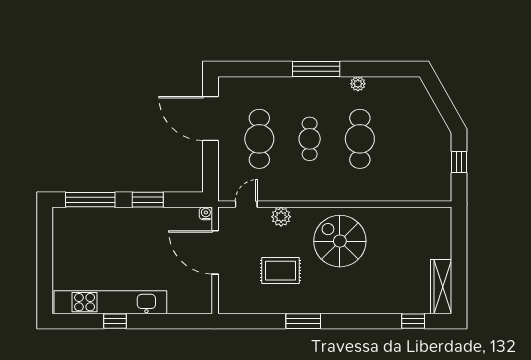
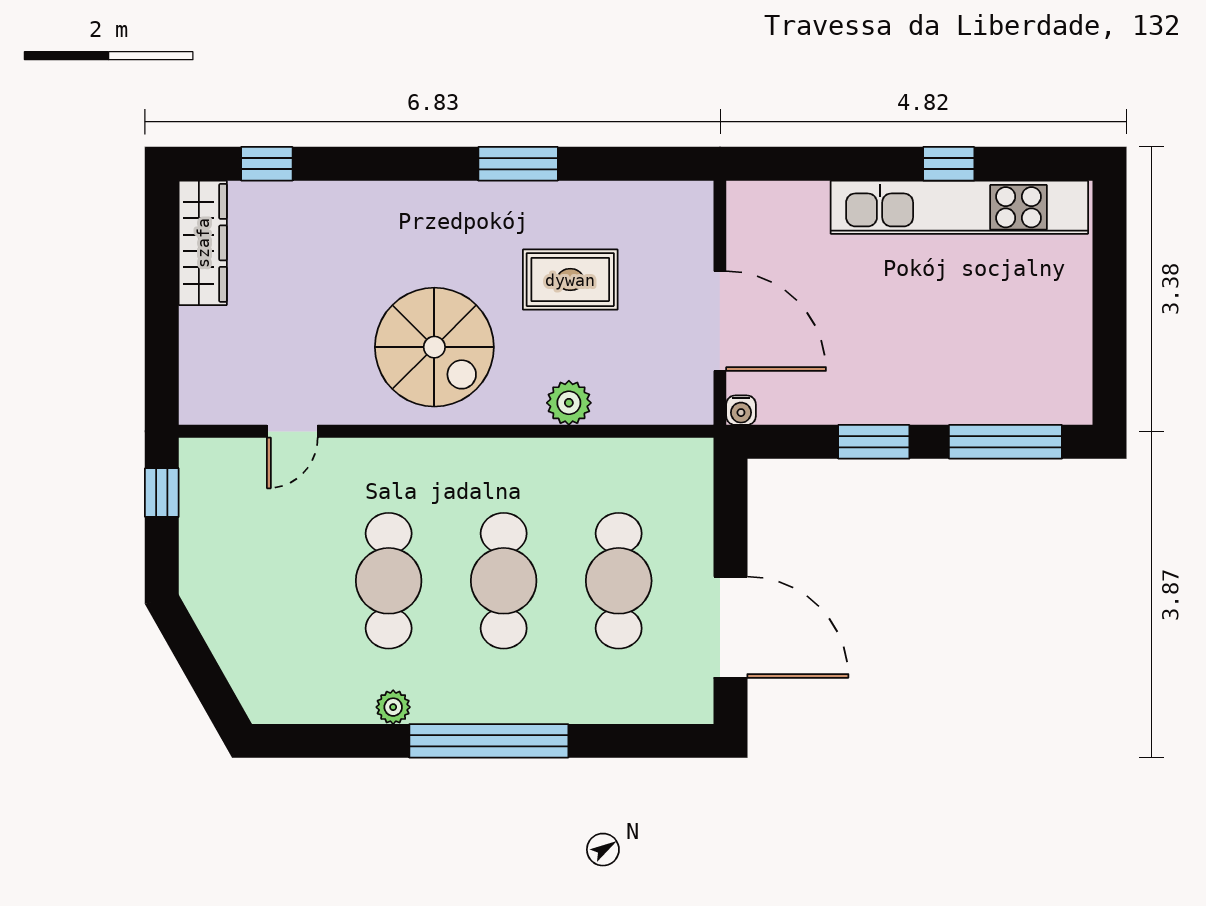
window: (316, 69) -> (489, 741), width x1.46
cafe table: (310, 139) -> (504, 581), width x1.37, depth x1.35
window: (459, 162) -> (162, 493), moved
door: (246, 204) -> (292, 431), moved

